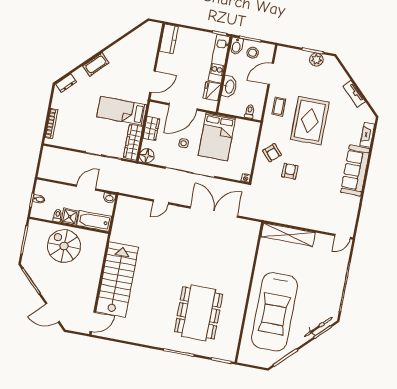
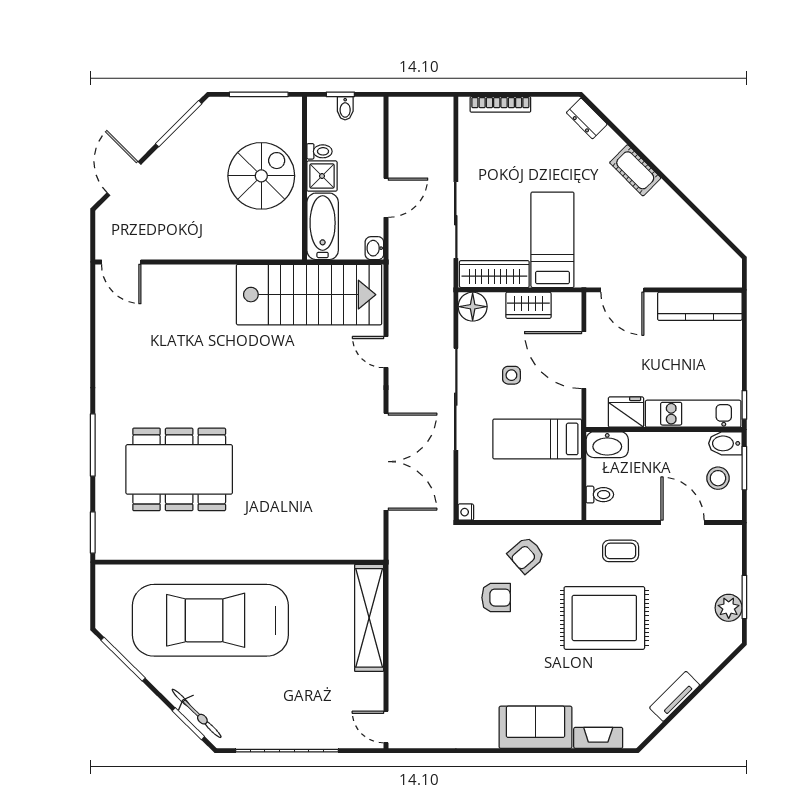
kitchen counter: (169, 39) -> (700, 306), width x1.50
washbasin: (229, 87) -> (607, 445), moved
bed: (217, 137) -> (537, 439), width x0.67
sofa: (355, 170) -> (536, 727), width x0.73
door: (86, 188) -> (386, 198), hinge flipped
stairs: (117, 280) -> (309, 295), moved

